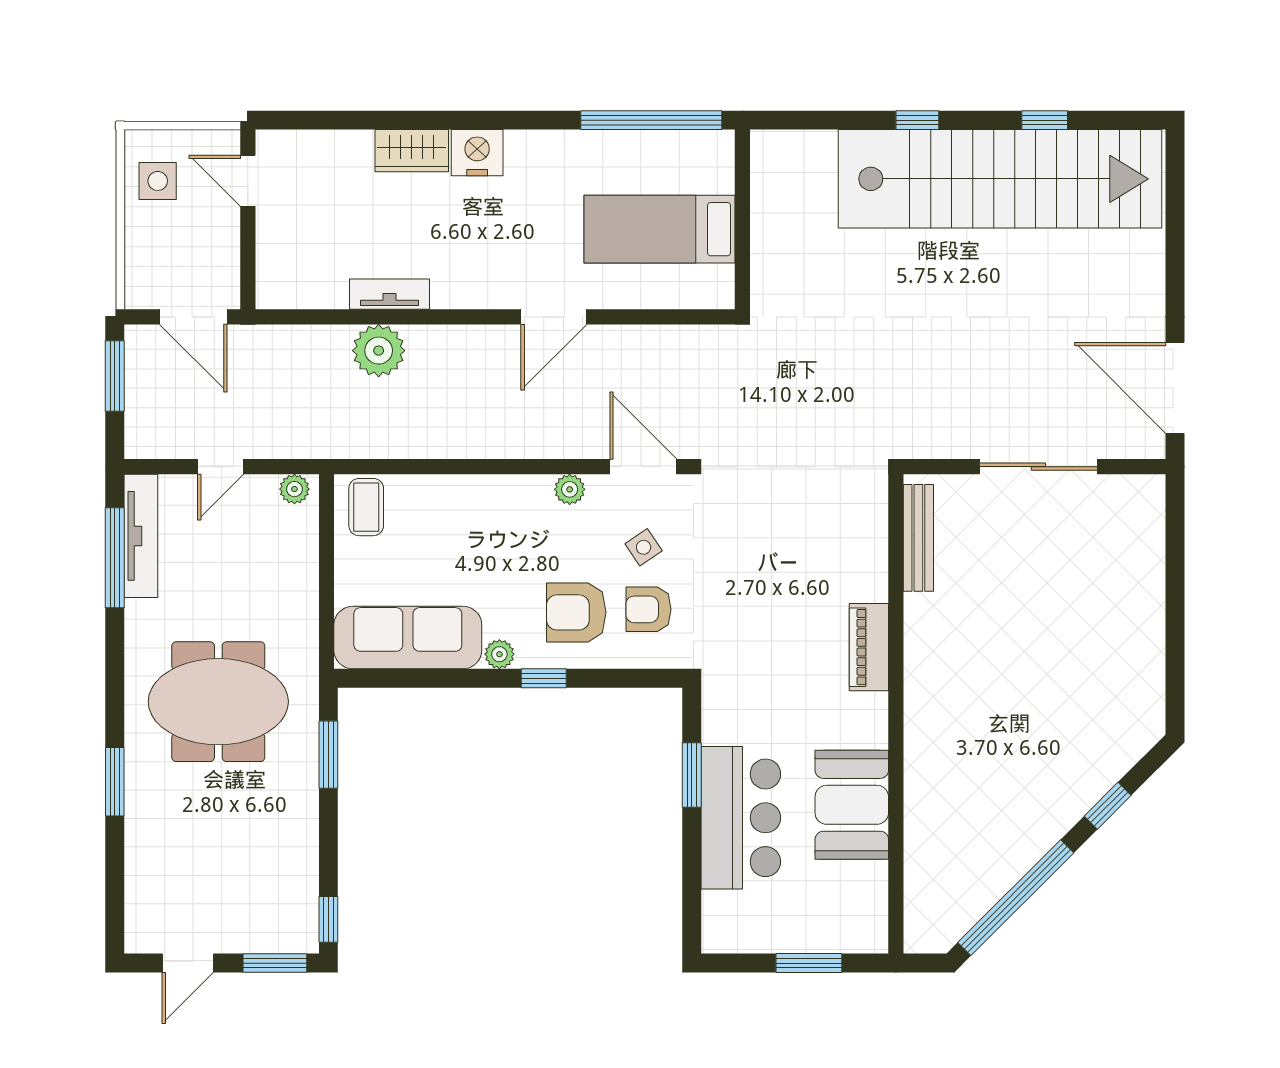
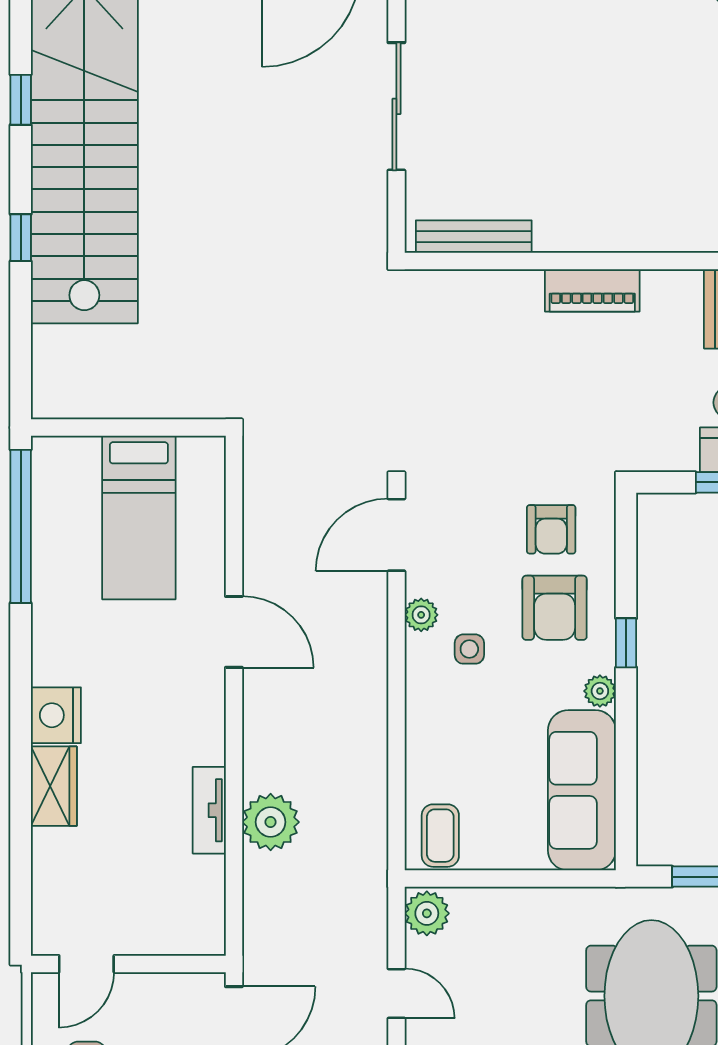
plant: (294, 489) -> (427, 913), width x1.38, depth x1.38
coffee table: (366, 507) -> (440, 836), turned 90
side table: (644, 547) -> (469, 649), moved, turned 34

